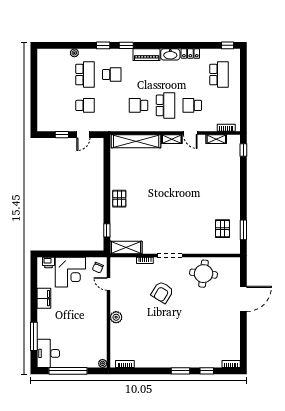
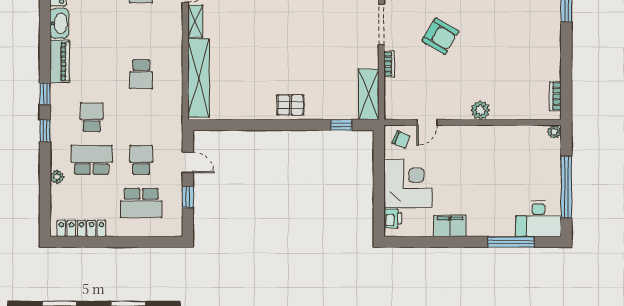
locker: (42, 68) -> (81, 228), added
school desk: (165, 105) -> (141, 203), moved, turned 180

